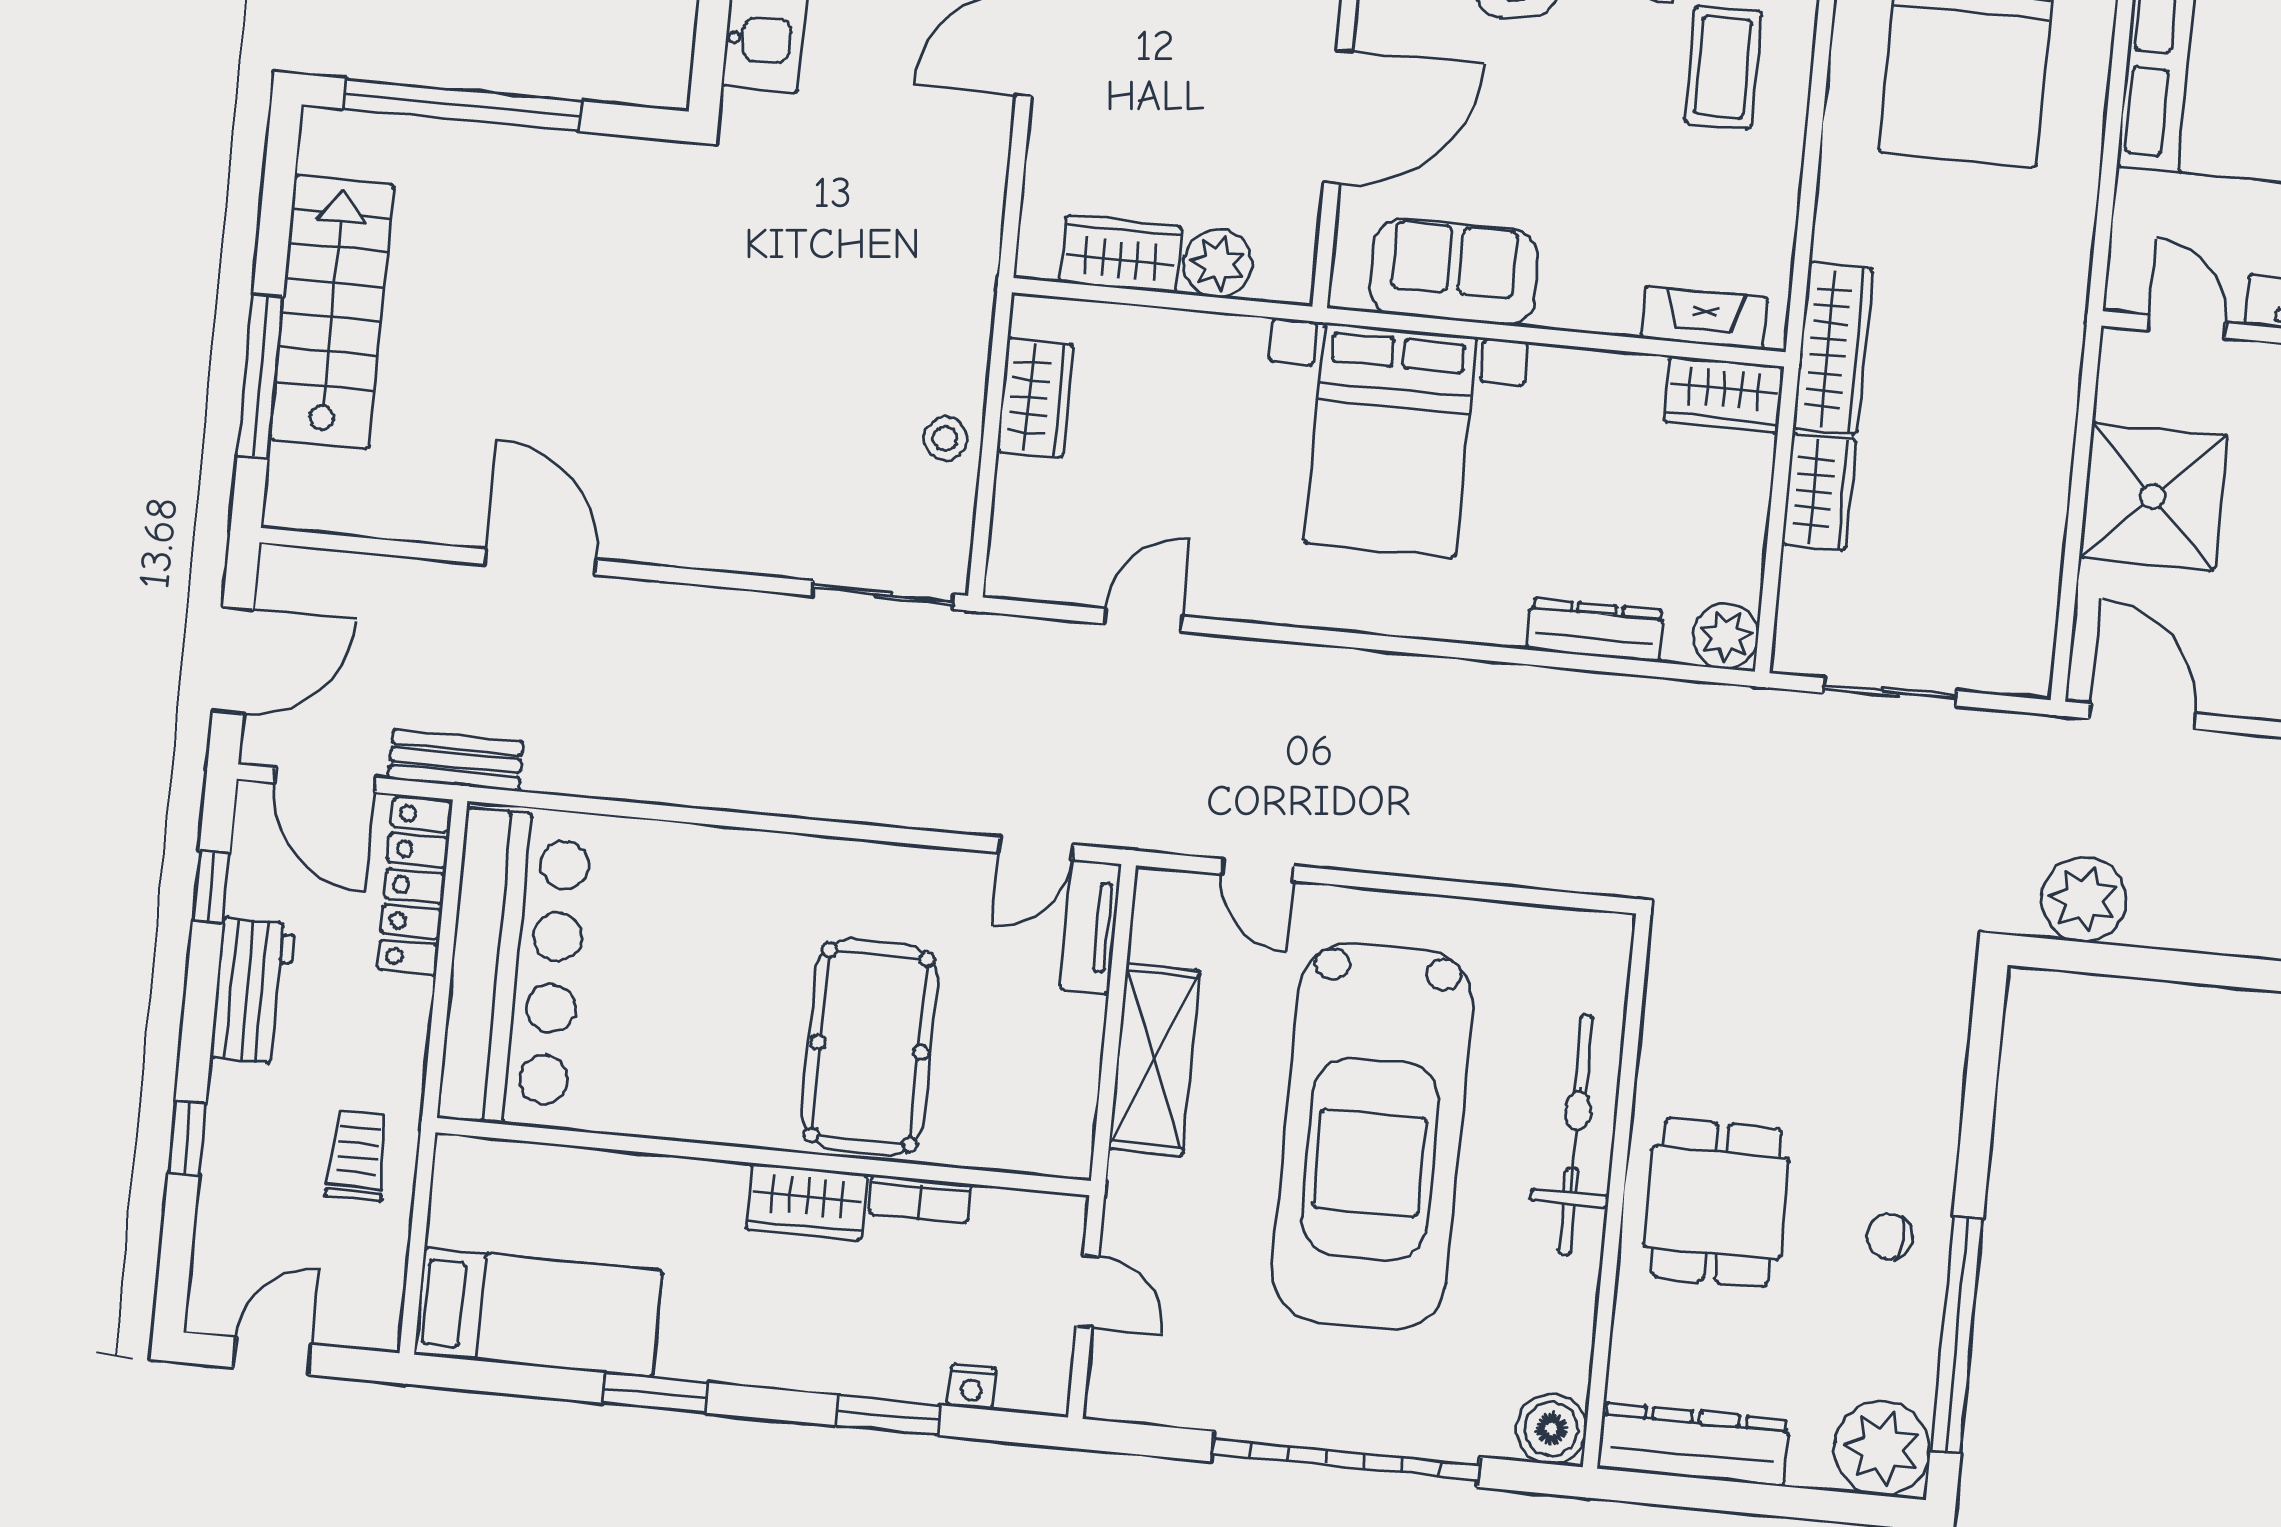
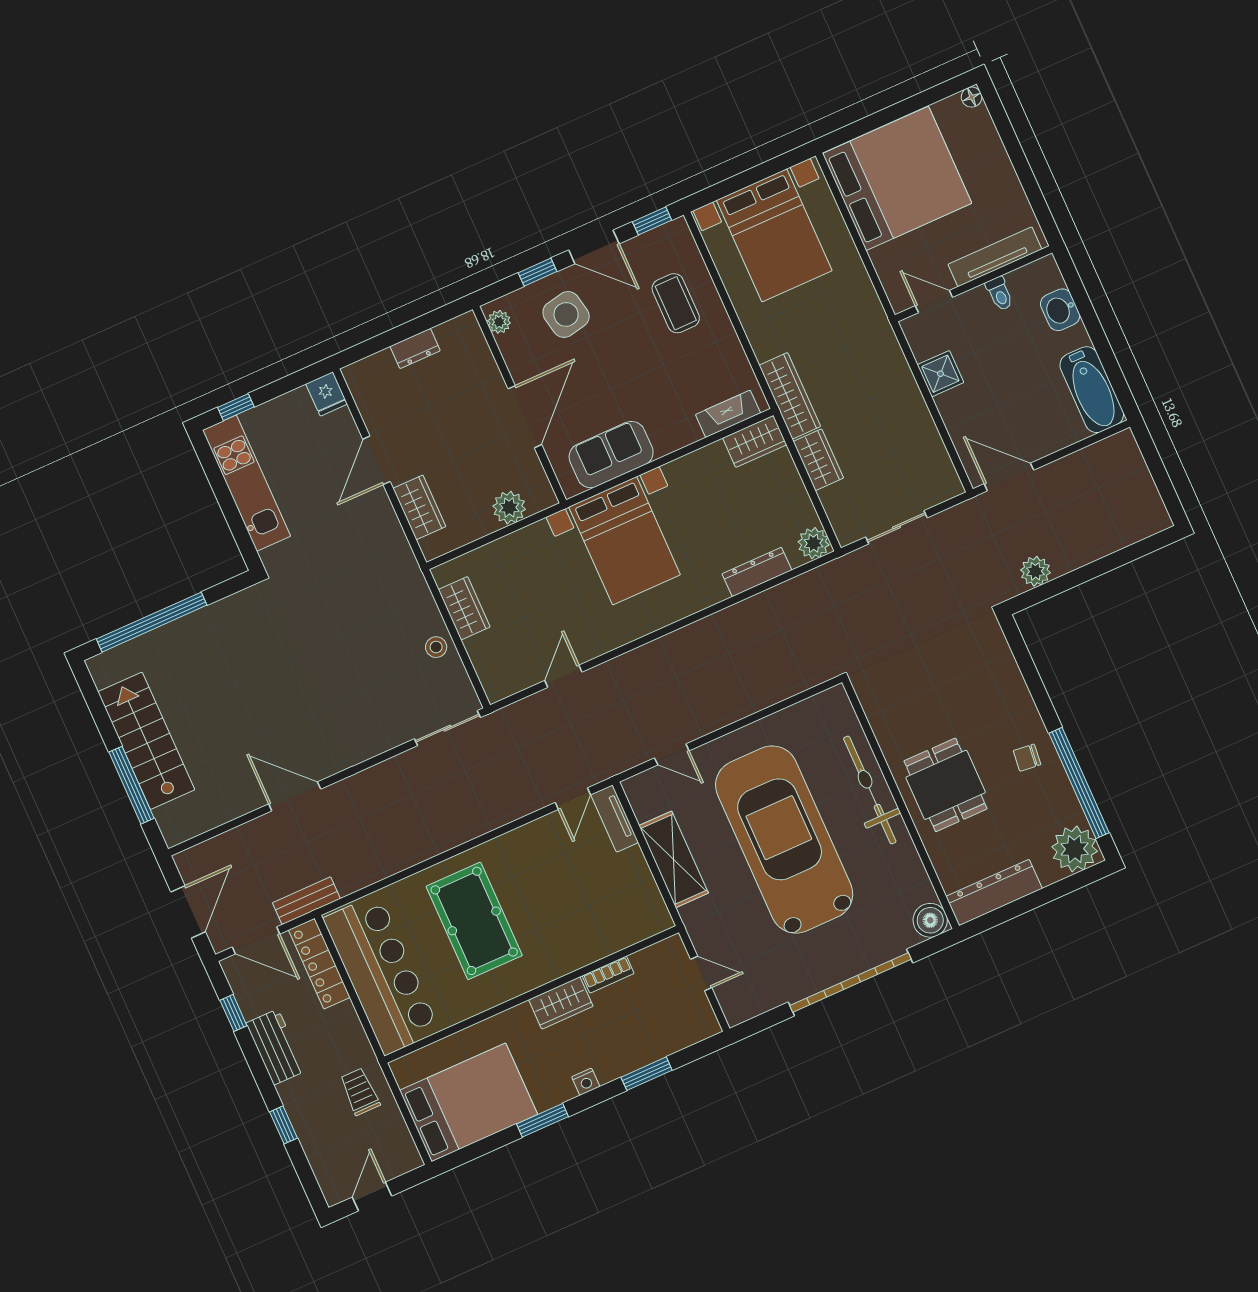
wardrobe: (1121, 254) -> (419, 507), moved, turned 90
shower: (2153, 497) -> (940, 374), width x0.54, depth x0.54
plant: (2084, 900) -> (1035, 571), width x0.73, depth x0.73
pool table: (869, 1047) -> (474, 921), moved
car: (1372, 1136) -> (784, 840), turned 180
bed: (538, 1312) -> (469, 1102), width x1.50
nightstand: (972, 1387) -> (586, 1082), moved

